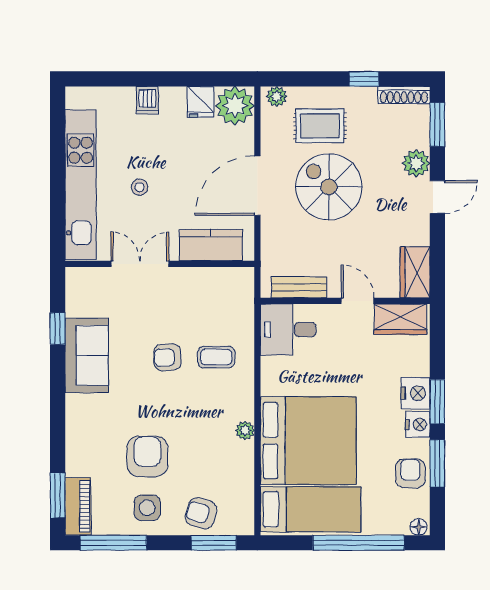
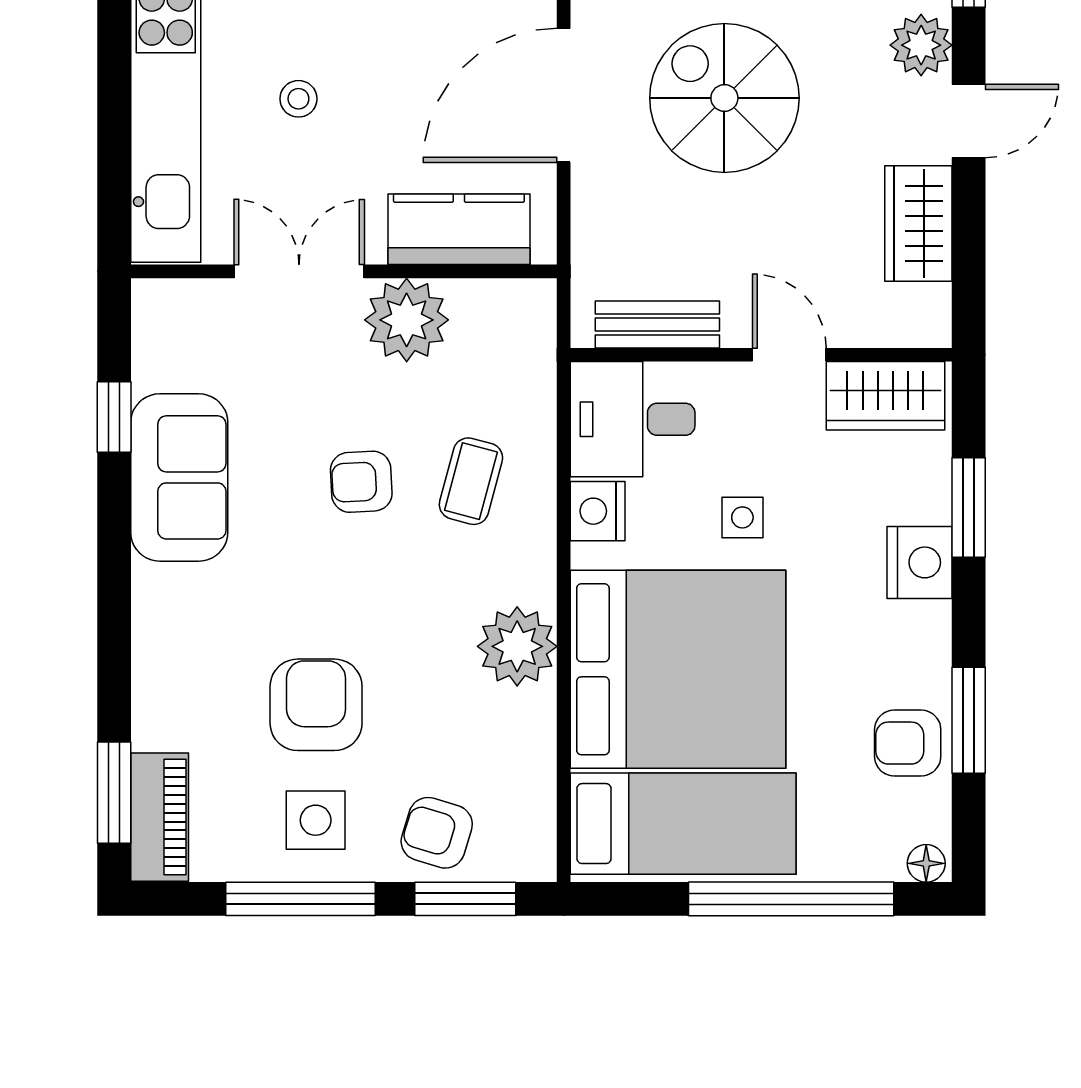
wardrobe: (415, 272) -> (918, 223), moved
plant: (188, 285) -> (407, 320), added
coffee table: (216, 357) -> (471, 481), turned -75
side table: (337, 373) -> (742, 517), added
window: (437, 402) -> (969, 508), moved
nightstand: (418, 424) -> (598, 511), moved, turned 180
plant: (245, 430) -> (517, 646), width x1.87, depth x1.87
armchair: (410, 473) -> (908, 743), turned -90
window: (113, 543) -> (301, 899), moved

